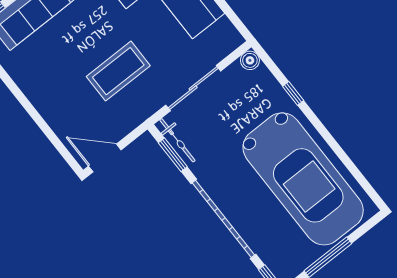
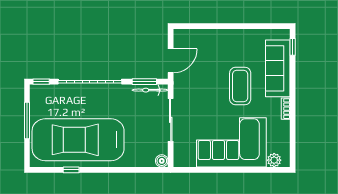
coffee table: (118, 71) -> (240, 86), moved
window: (293, 93) -> (71, 170), moved
door: (105, 158) -> (171, 61), moved

